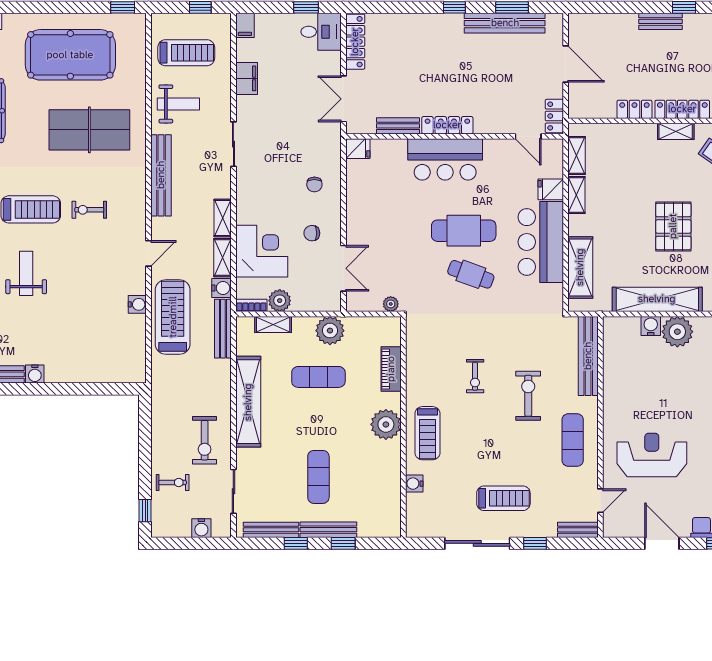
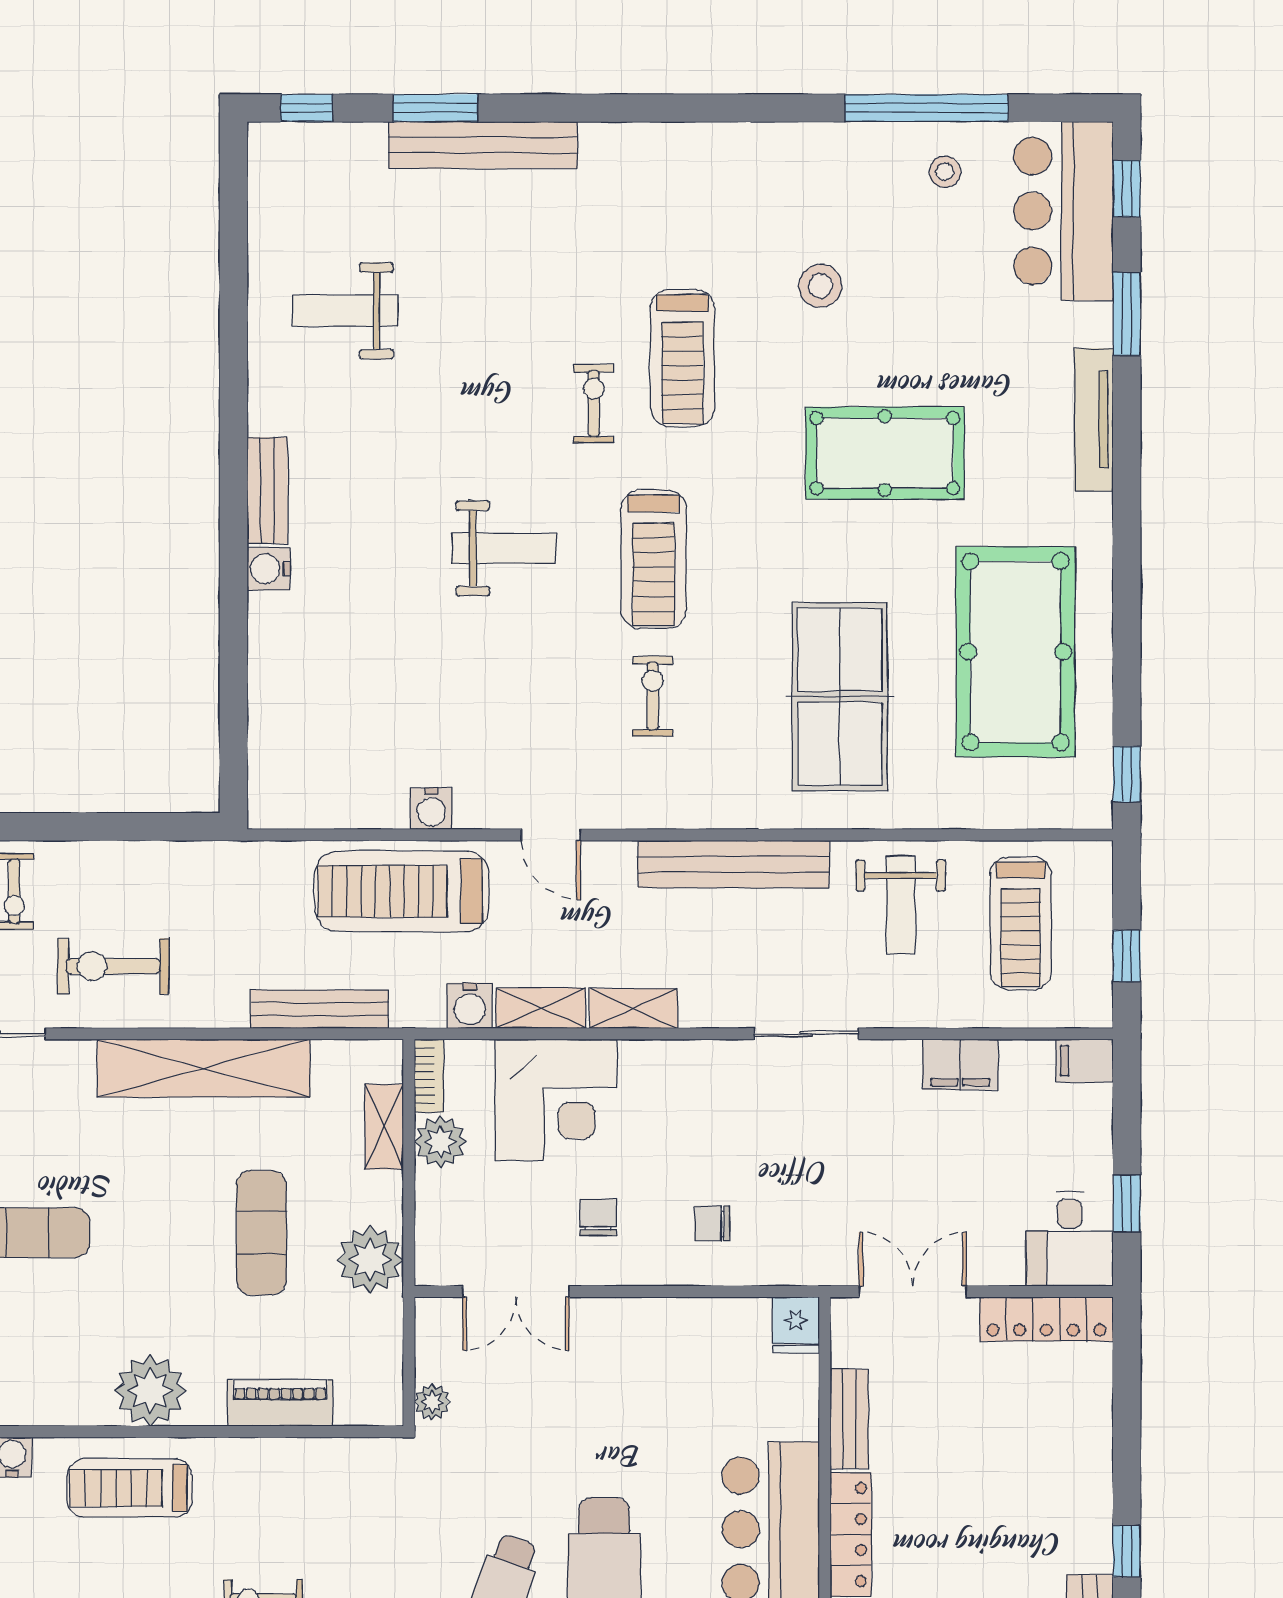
treadmill: (173, 317) -> (402, 891), turned 180
bench: (223, 329) -> (319, 1009), moved

